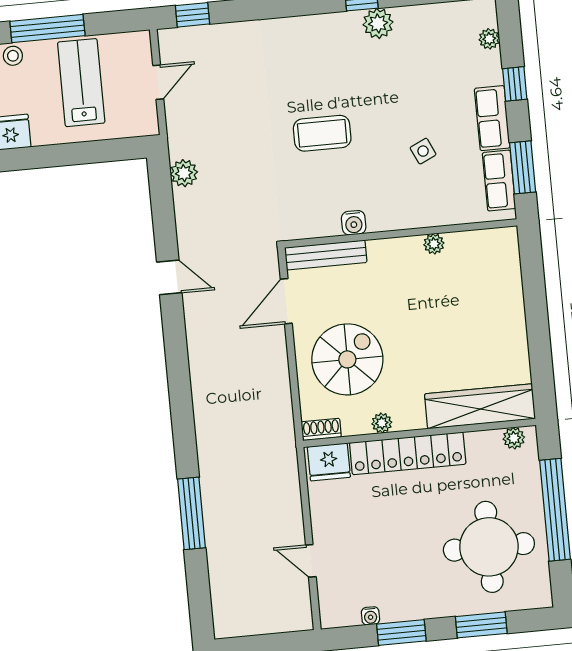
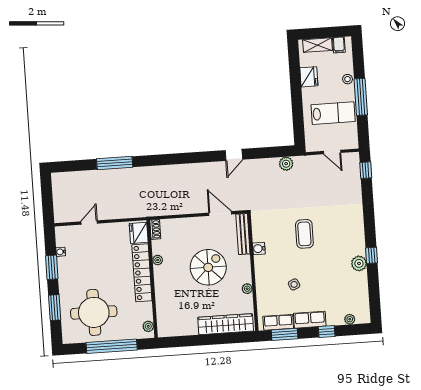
spiral stairs: (347, 359) -> (208, 267), moved, turned -90
wardrobe: (480, 406) -> (226, 324), moved, turned -90

